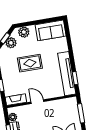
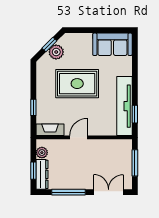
plant: (24, 32) -> (76, 40), removed
rug: (30, 63) -> (77, 84), width x1.36, depth x1.43
door: (37, 102) -> (79, 137), hinge flipped

